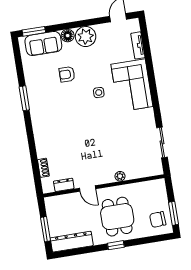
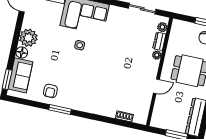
armchair: (67, 74) -> (50, 91), moved
plant: (151, 171) -> (162, 27), added
dresser: (64, 185) -> (159, 41), moved

